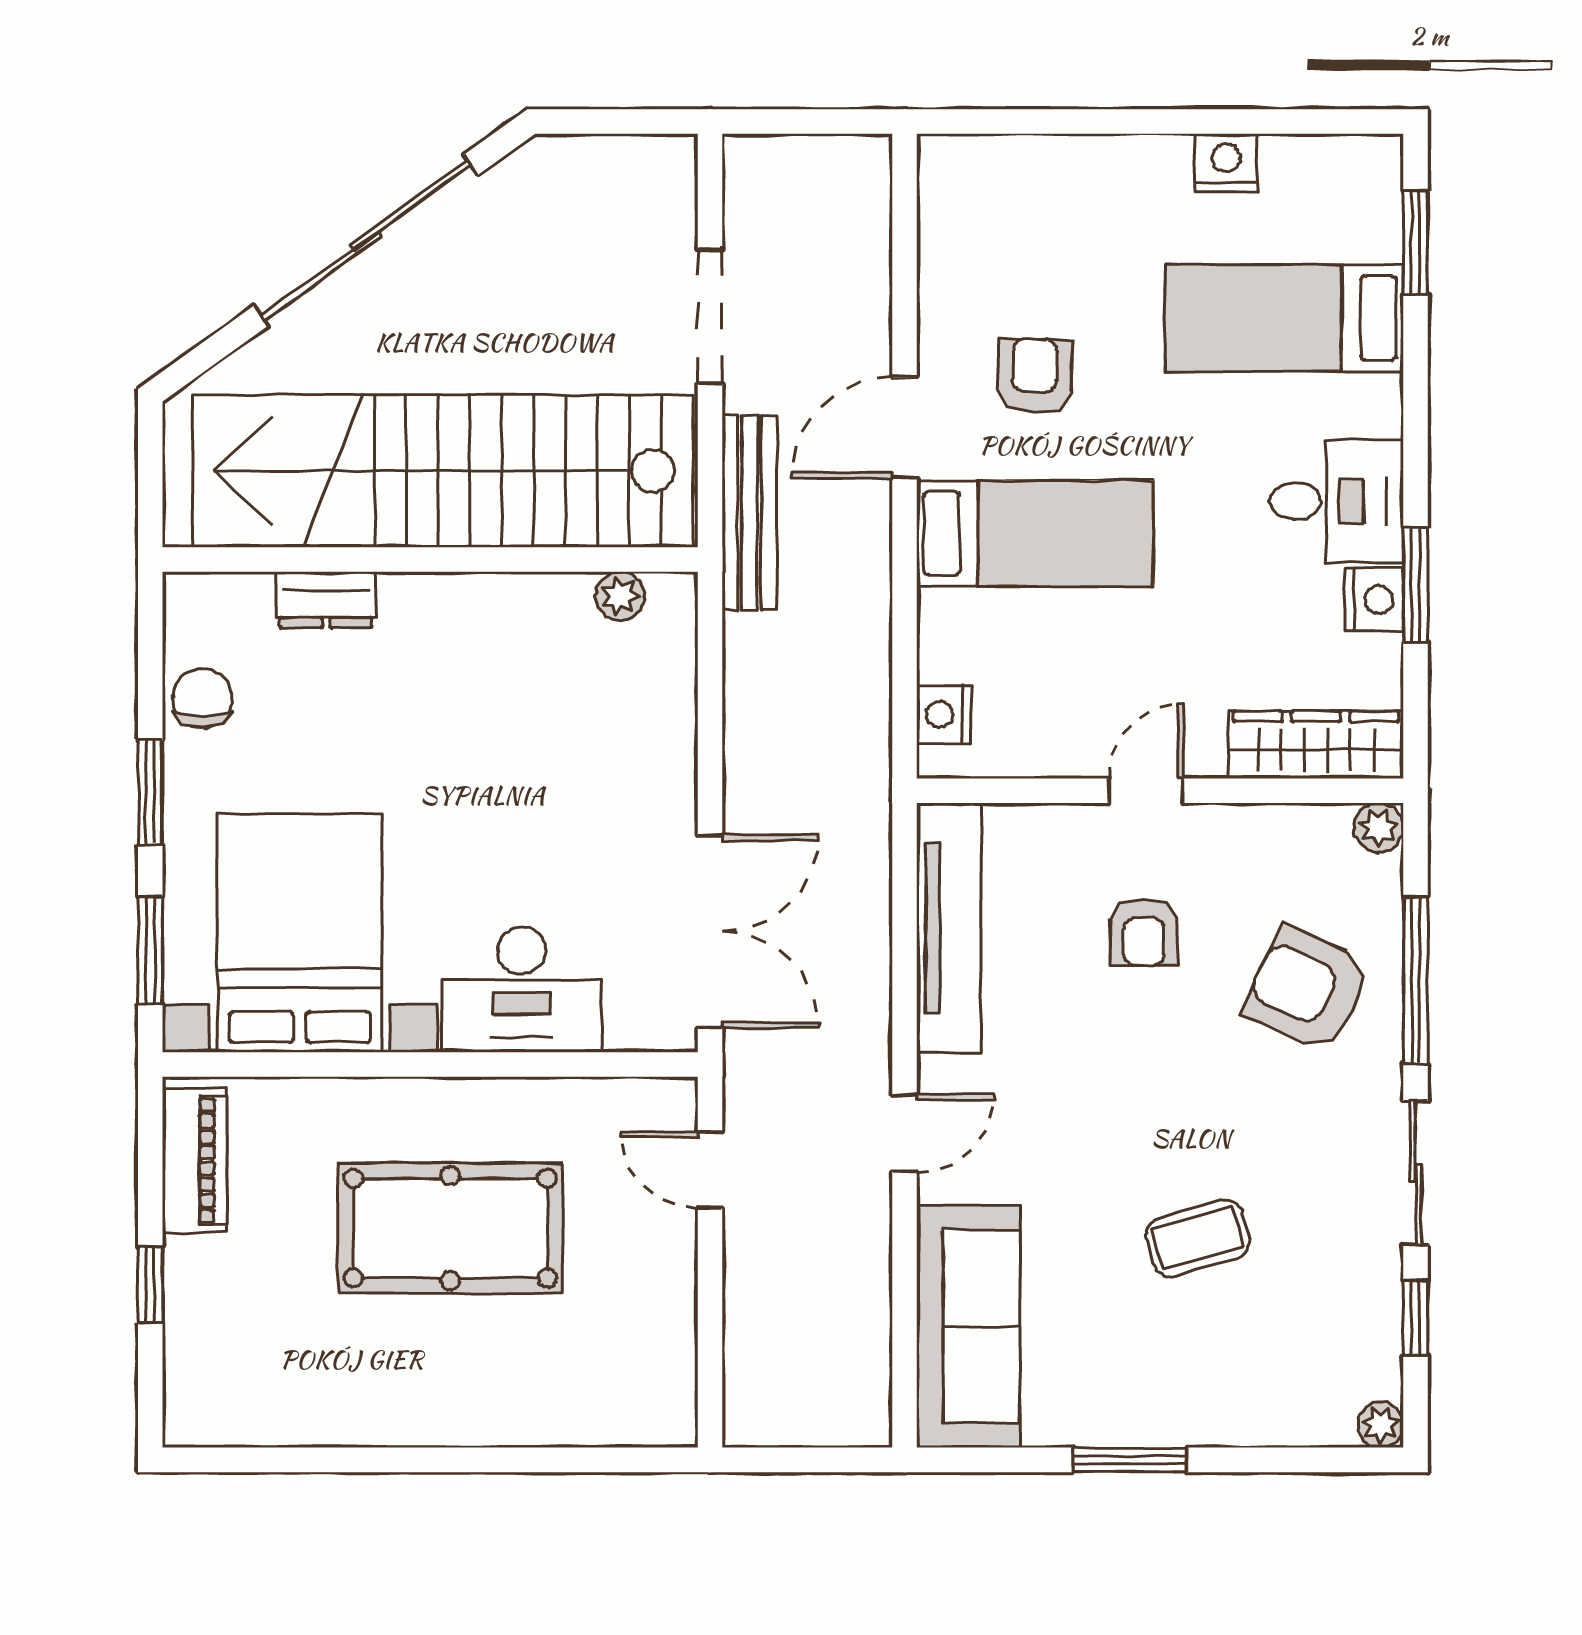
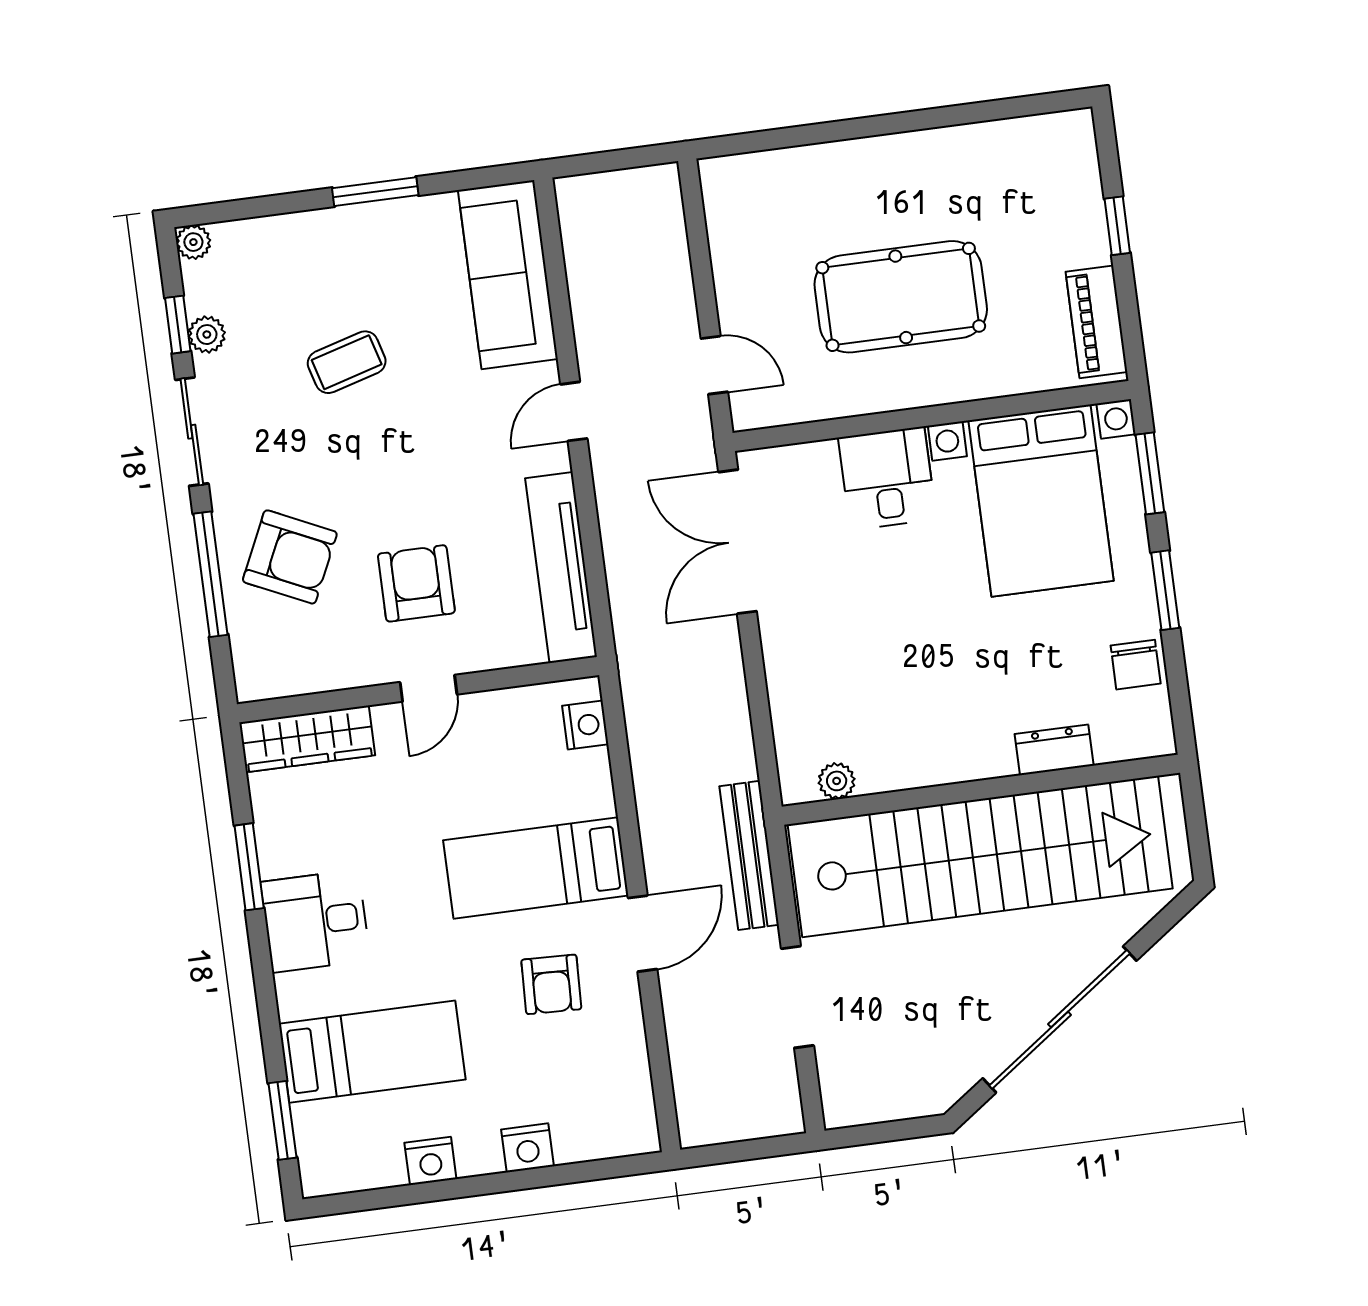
nightstand: (1374, 600) -> (528, 1148), moved, turned -90
plant: (1379, 828) -> (207, 335), moved
armchair: (1144, 932) -> (416, 583), width x1.38, depth x1.38
desk: (522, 989) -> (887, 478), width x0.73

